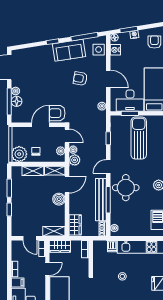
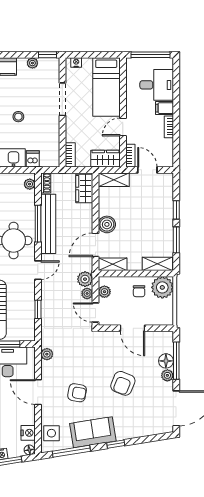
armchair: (57, 113) -> (123, 383), moved, turned 112
door: (41, 125) -> (133, 328), hinge flipped
shelving: (33, 171) -> (157, 264), moved

